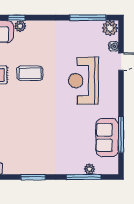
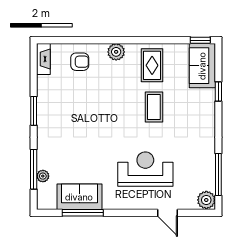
plant: (20, 26) -> (209, 96), removed
water cooler: (114, 46) -> (185, 204), removed

